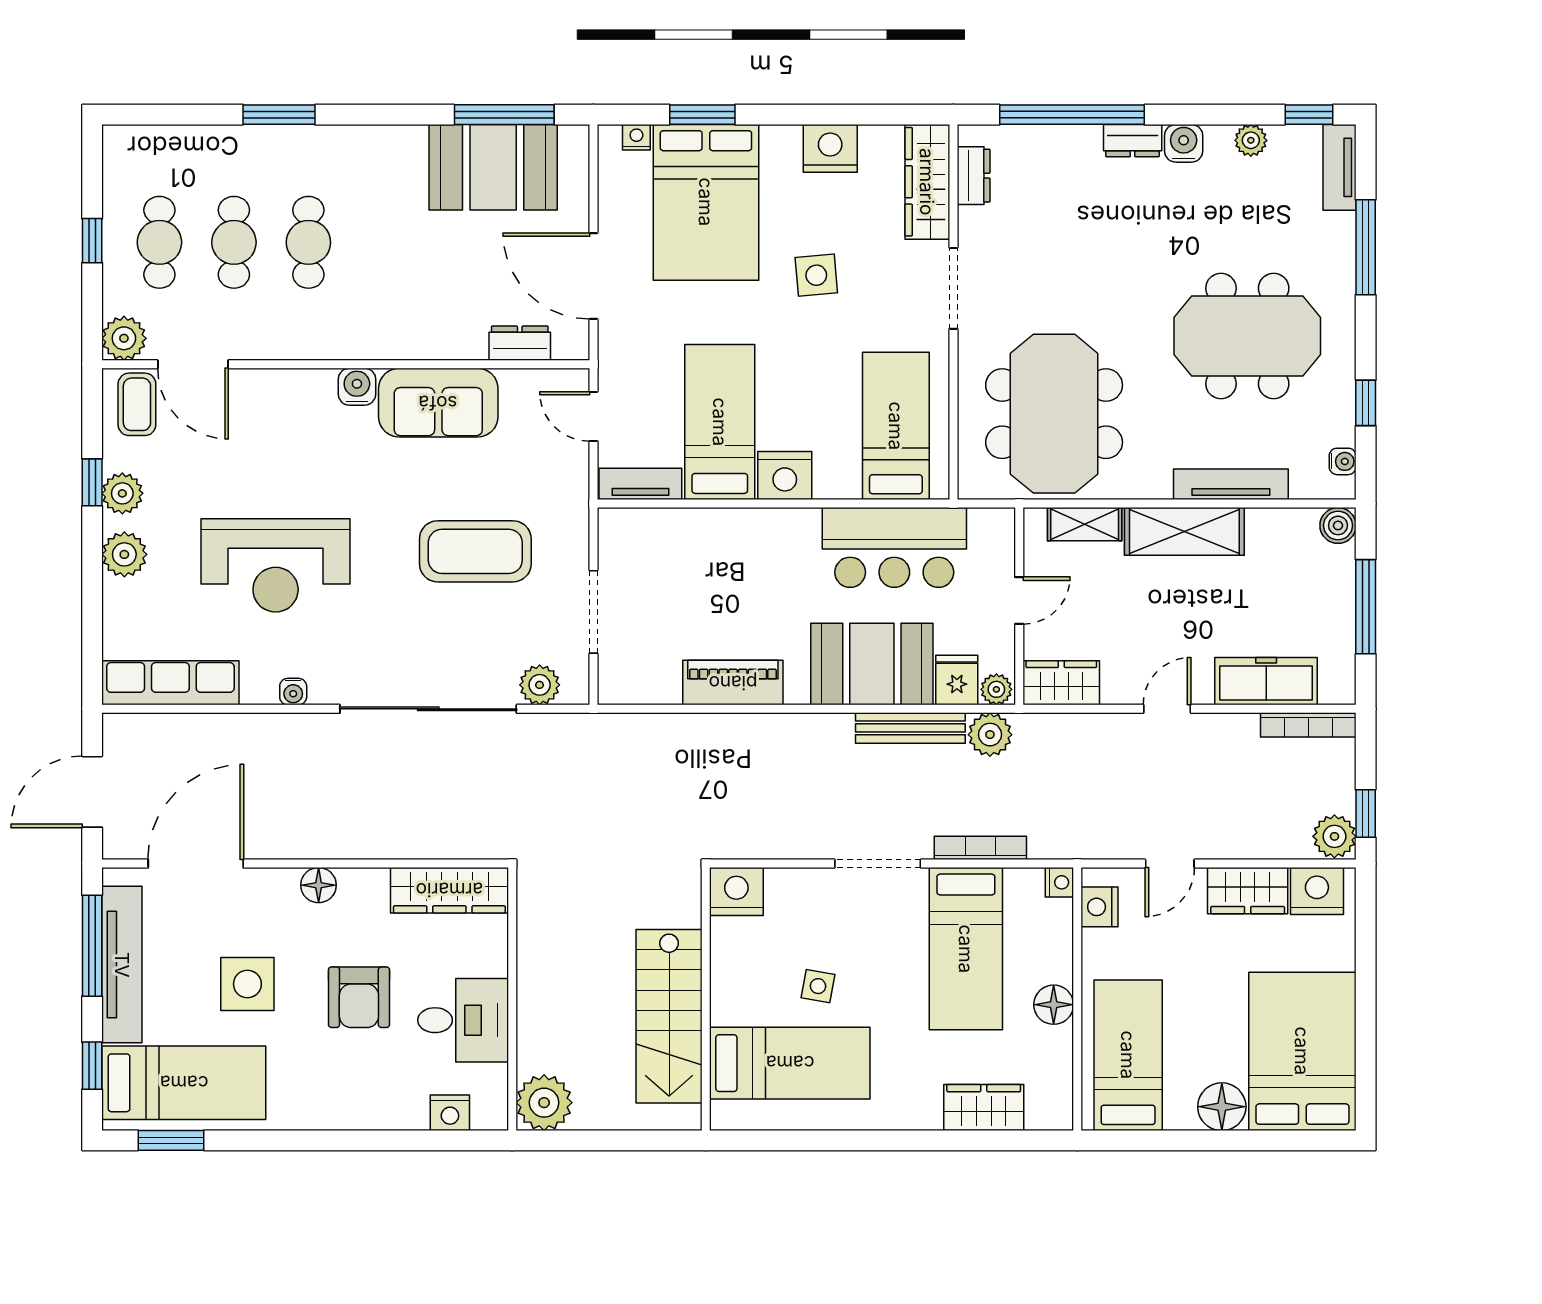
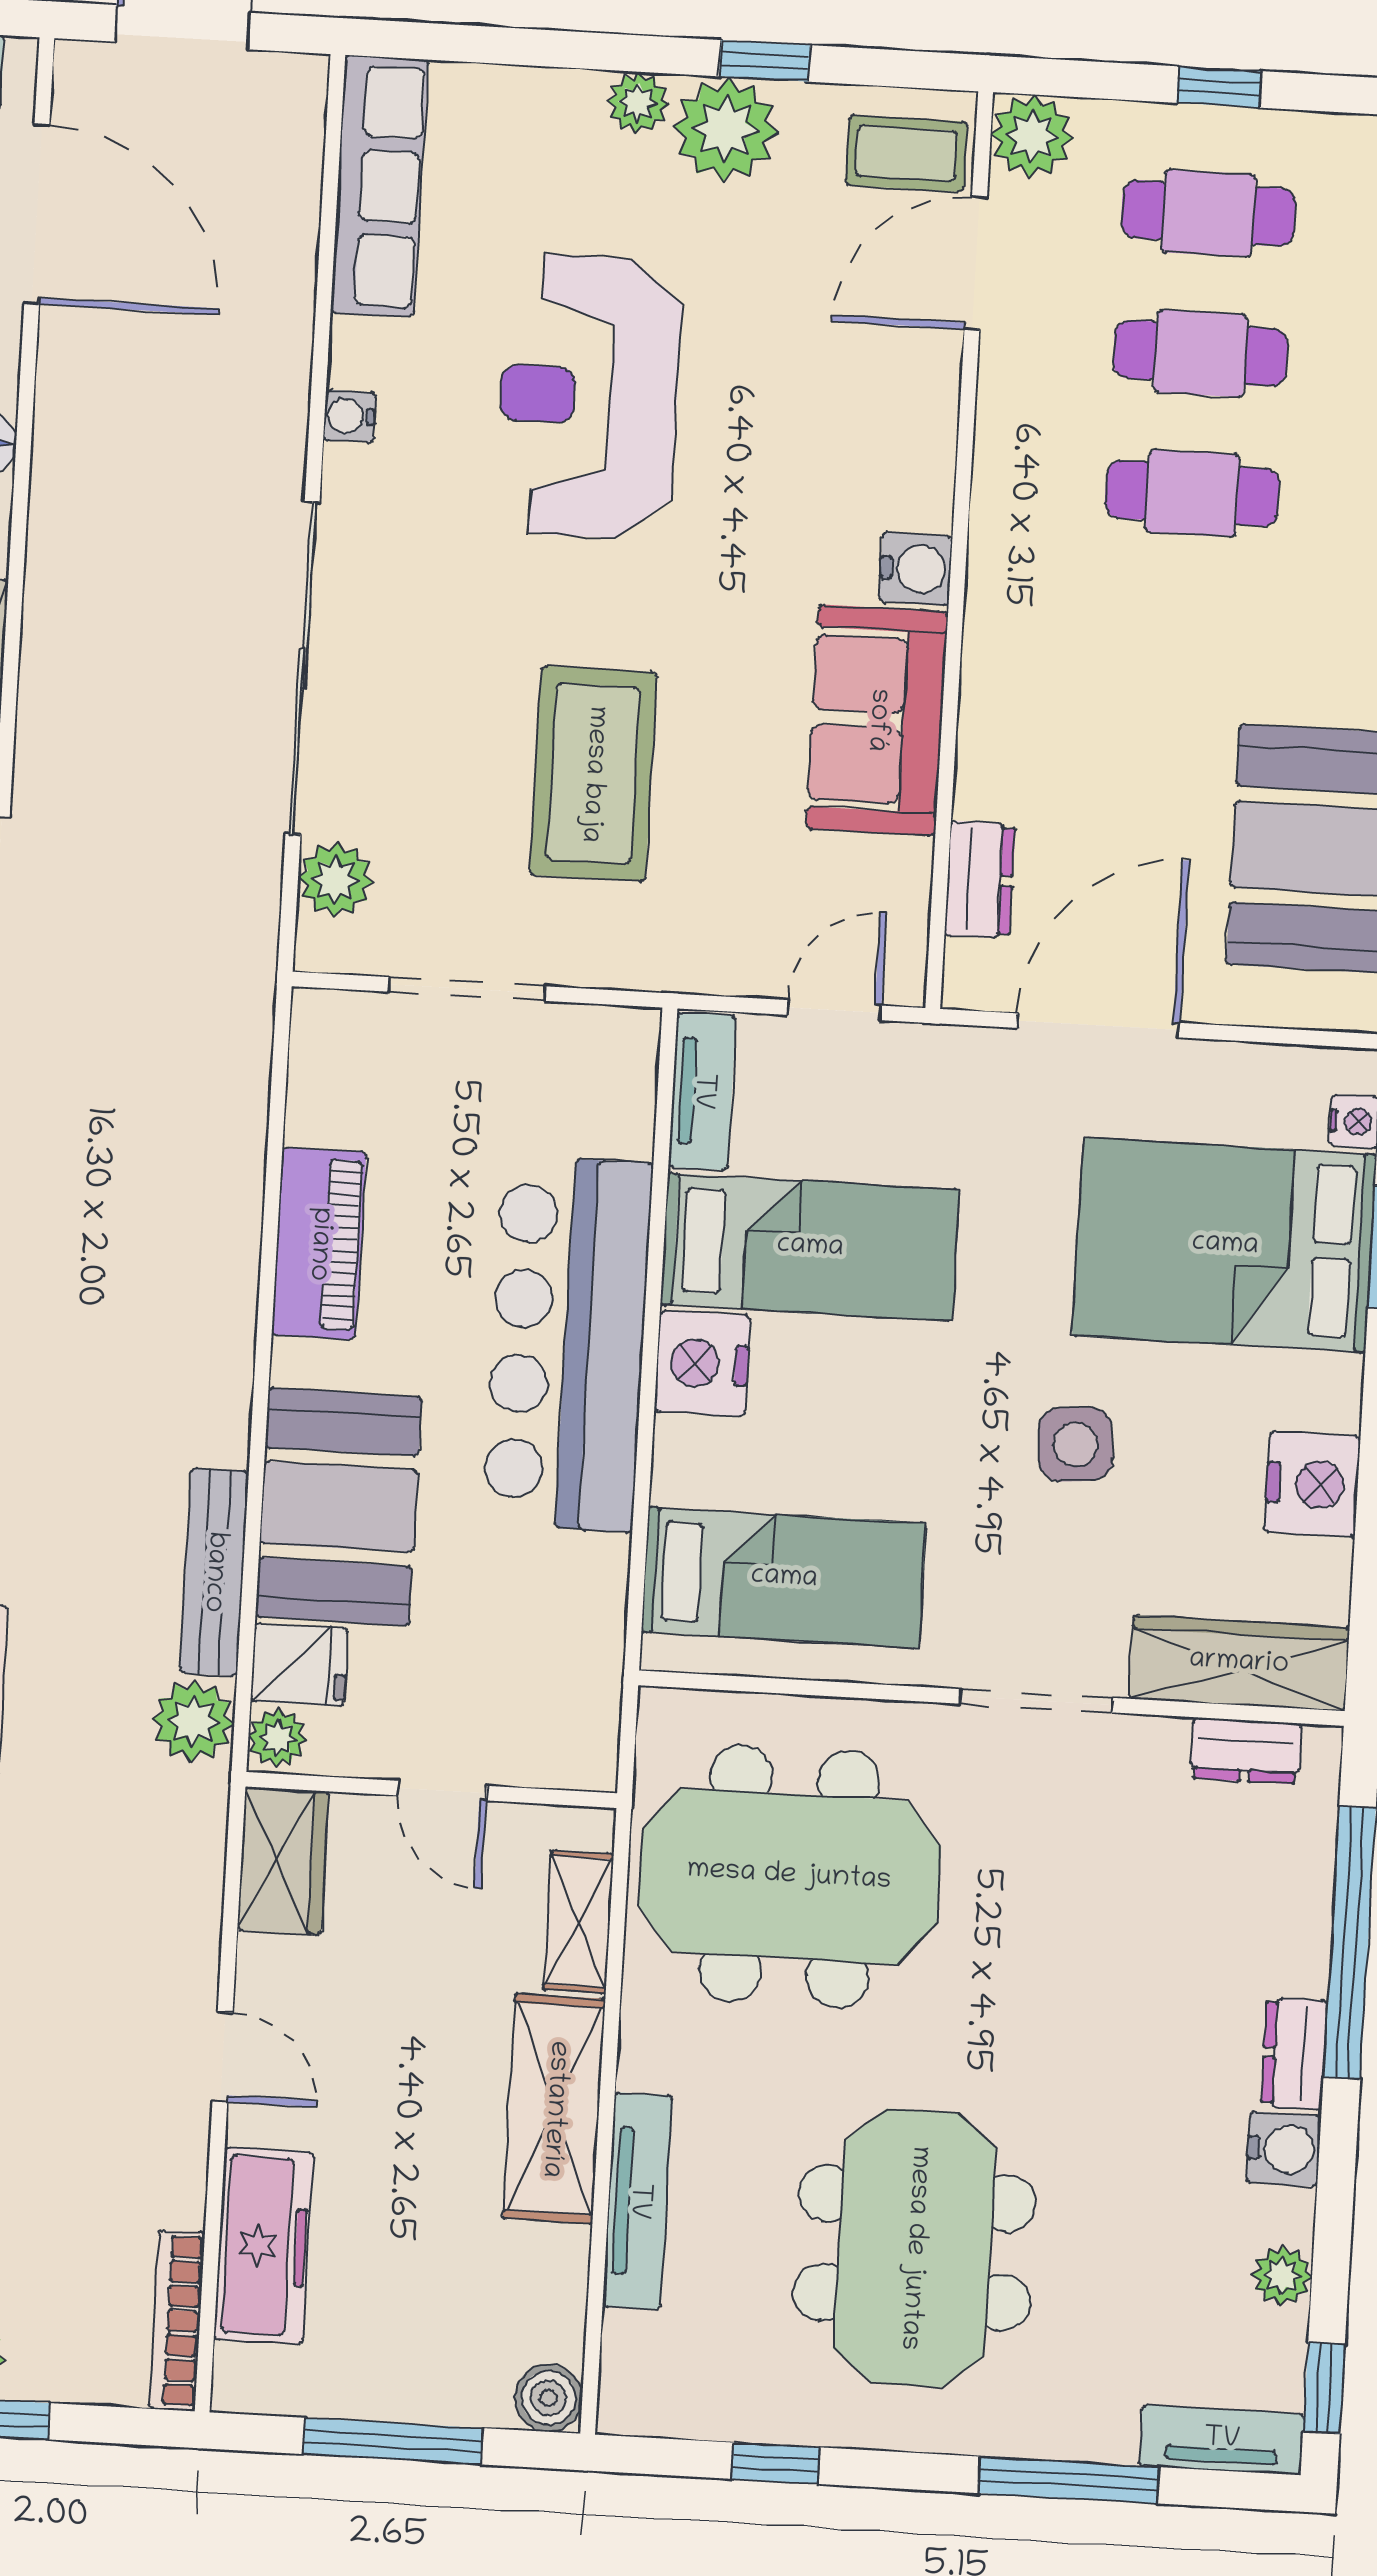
water cooler: (1343, 461) -> (668, 2414), removed
plant: (122, 493) -> (726, 130), width x1.36, depth x1.36
bar counter: (894, 547) -> (568, 1344), moved, width x1.36
plant: (124, 554) -> (638, 103), width x0.73, depth x0.73

